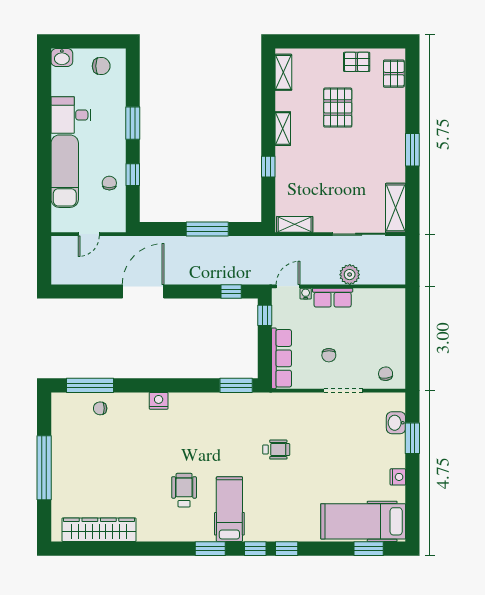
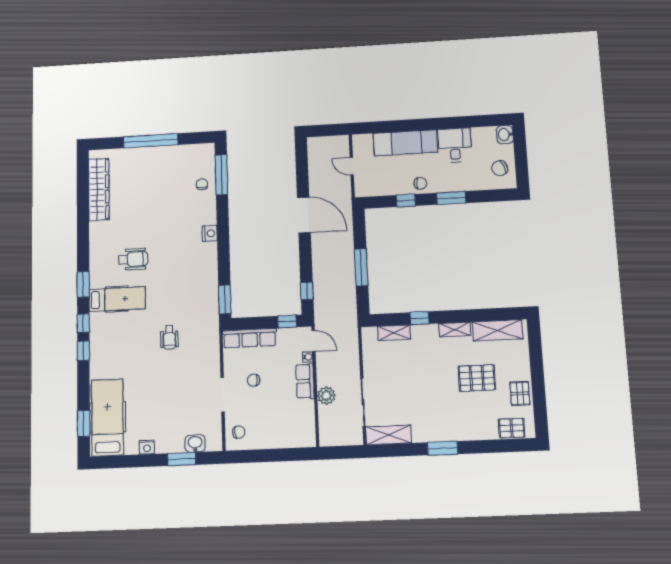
chair: (101, 66) -> (500, 168), turned 66
shelving: (283, 72) -> (497, 330), width x1.50, depth x1.33
chair: (109, 183) -> (420, 183), moved
shelving: (295, 224) -> (394, 333), moved, turned 90

